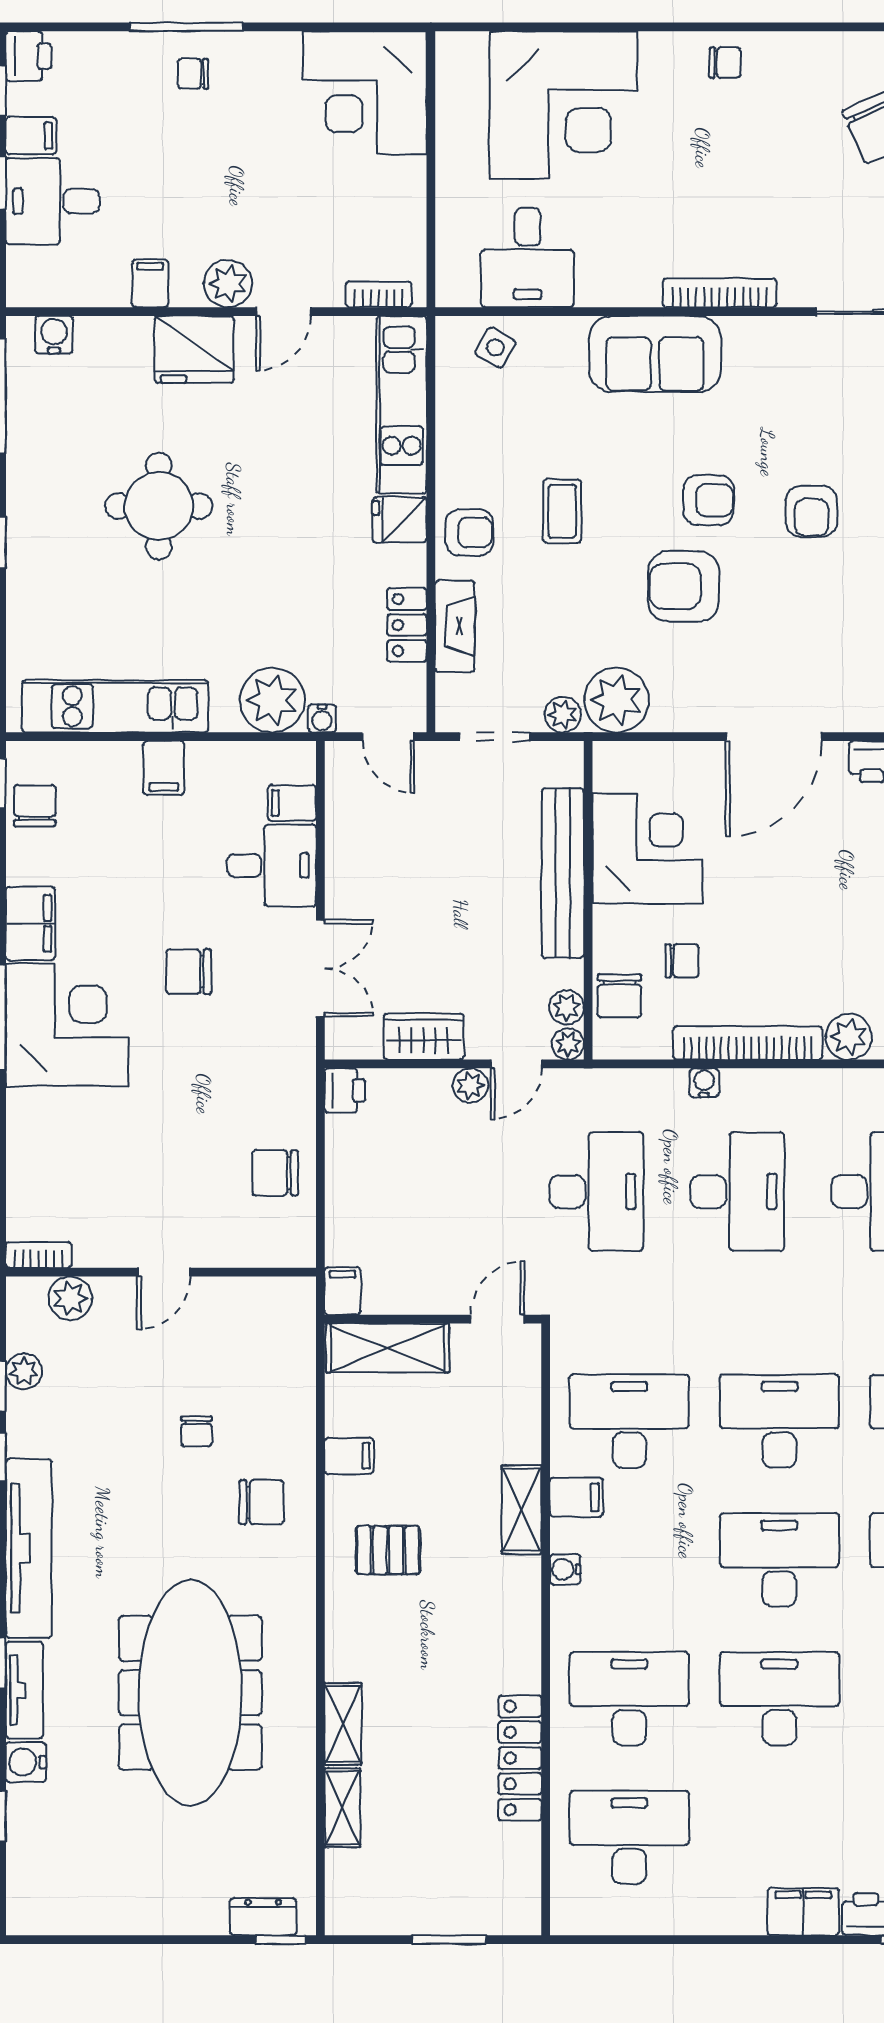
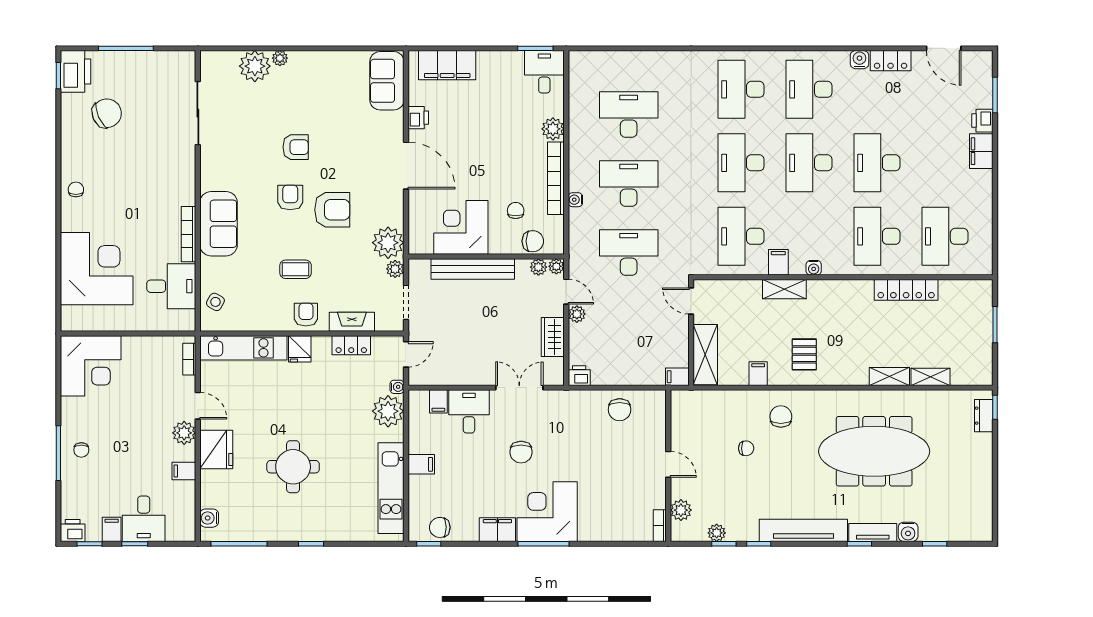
bookcase: (720, 293) -> (189, 234), moved
armchair: (684, 586) -> (332, 210), turned -90

